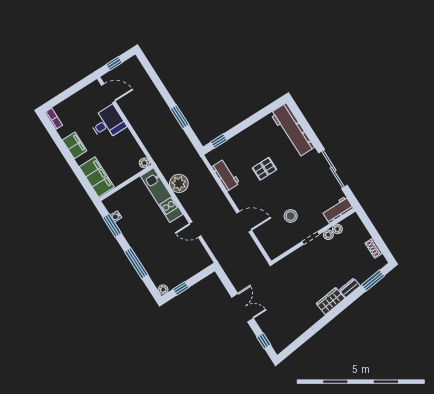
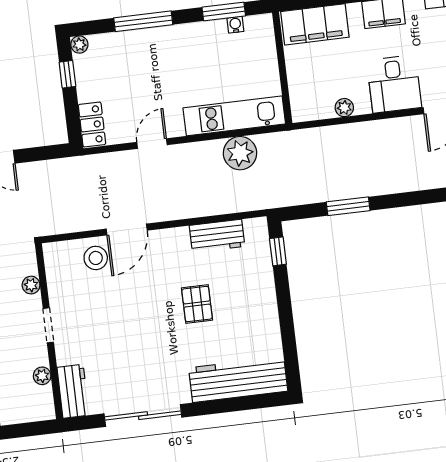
plant: (144, 163) -> (344, 108), moved
stool: (291, 216) -> (96, 258), moved
plant: (328, 235) -> (31, 285), moved
locker: (200, 264) -> (92, 124), added

